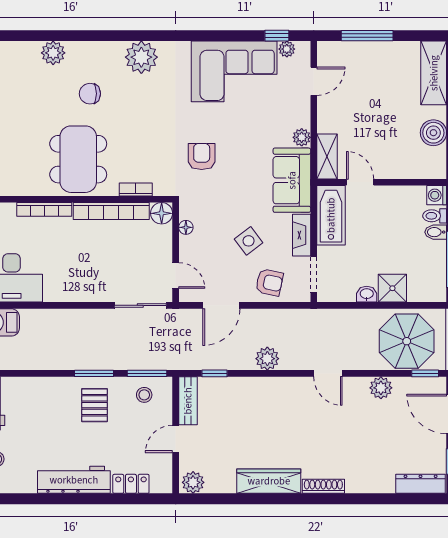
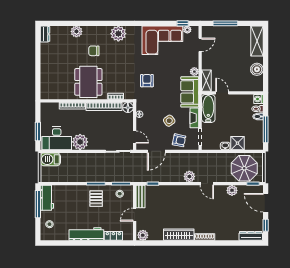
plant: (61, 286) -> (80, 142), added
plant: (267, 359) -> (189, 177), moved

